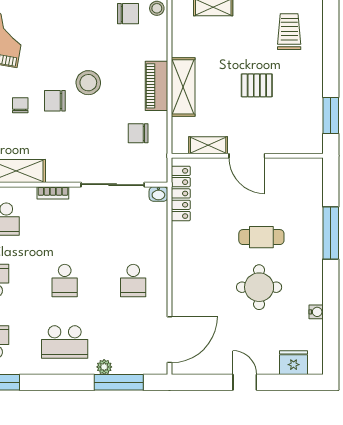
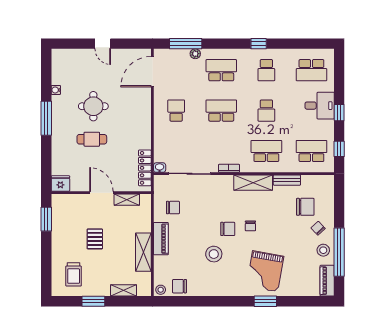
stool: (88, 83) -> (214, 254), moved
pallet: (257, 85) -> (95, 239), turned 90
shelving: (183, 87) -> (143, 252), moved
window: (331, 233) -> (46, 118), moved
school desk: (65, 281) -> (221, 111), width x1.85
fridge: (294, 363) -> (60, 184), moved, turned 180

